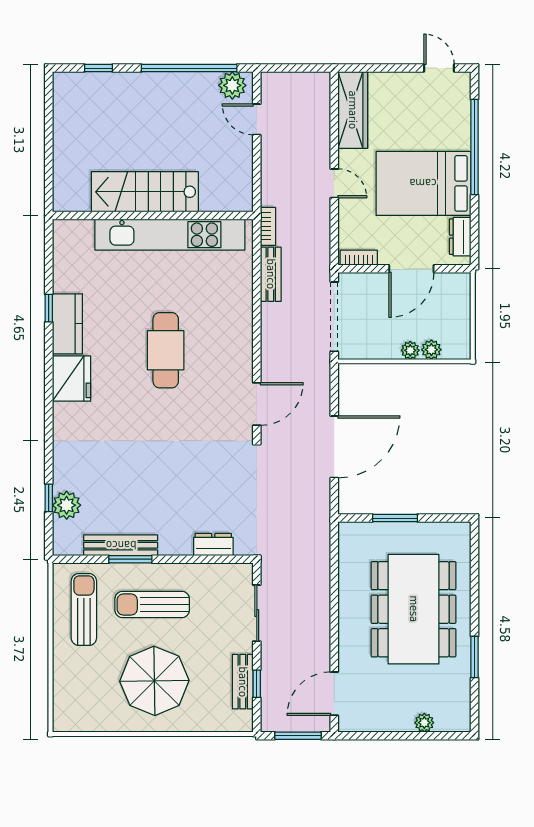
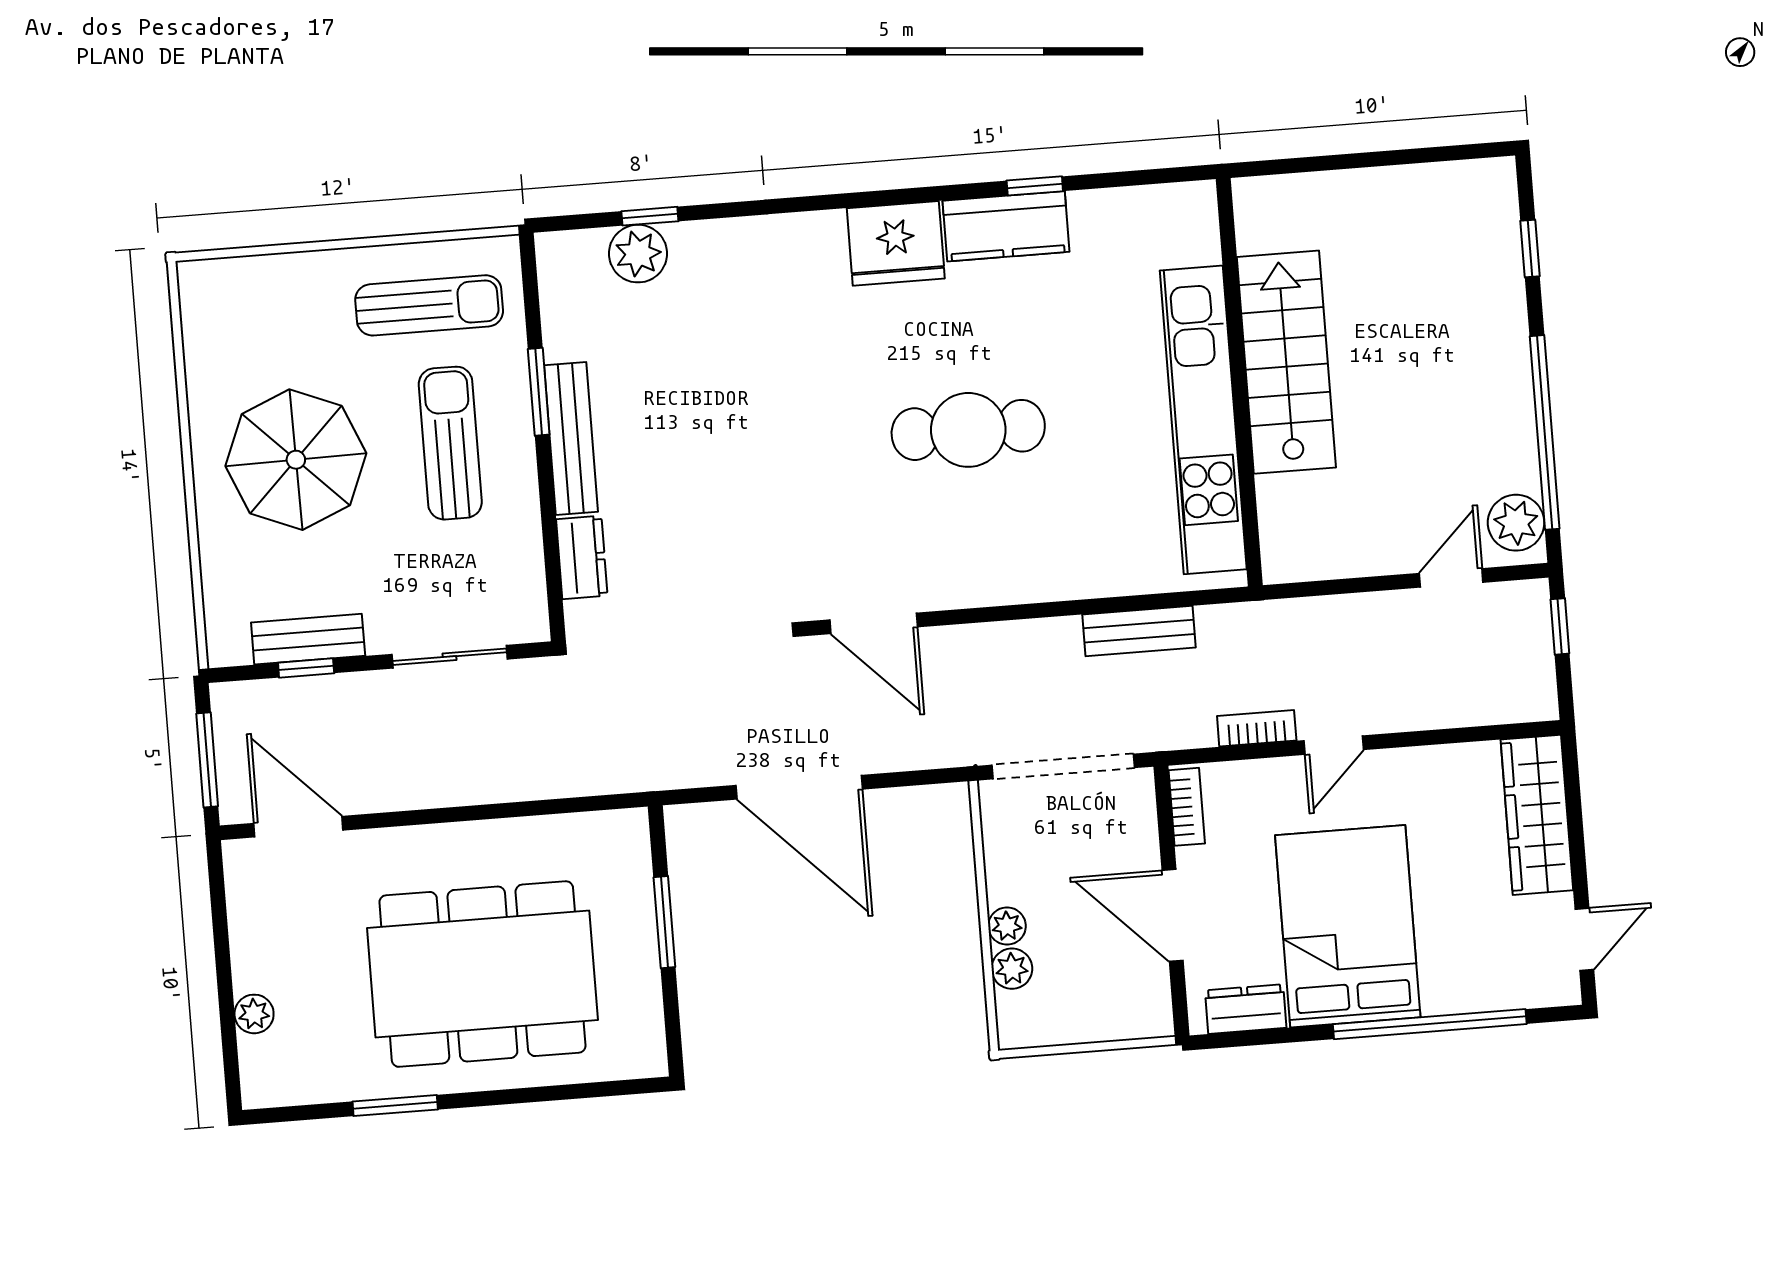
window: (285, 68) -> (1560, 626), added
wardrobe: (353, 110) -> (1537, 815), moved, turned 90
bookcase: (268, 226) -> (1257, 728), moved, turned 180
bench: (121, 545) -> (571, 439), moved

